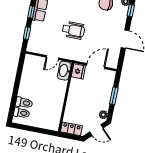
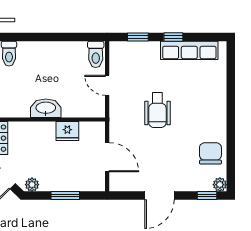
washbasin: (64, 71) -> (46, 108), moved
fridge: (78, 71) -> (67, 131), moved
toilet: (24, 103) -> (96, 54), moved

